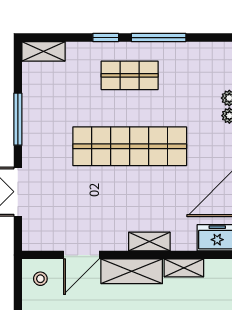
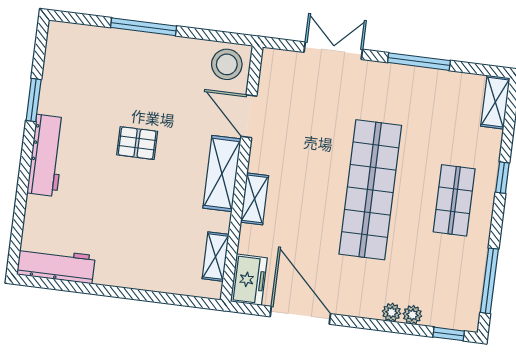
window: (159, 38) -> (489, 281), moved
shelving: (184, 268) -> (216, 257), moved
stool: (40, 279) -> (227, 64), width x1.89, depth x1.89

